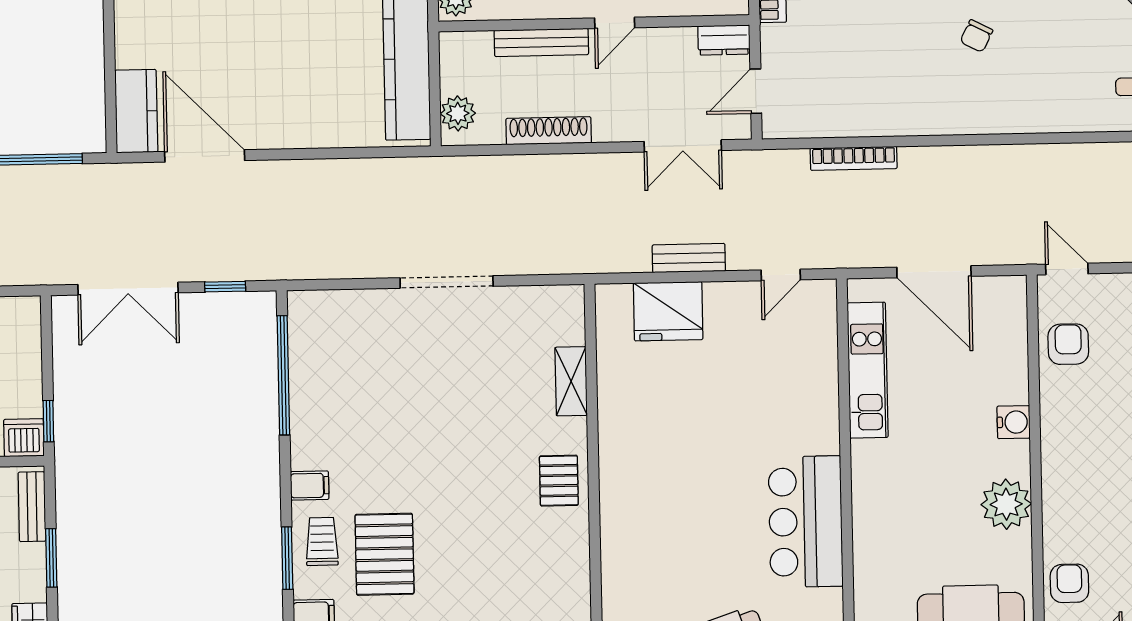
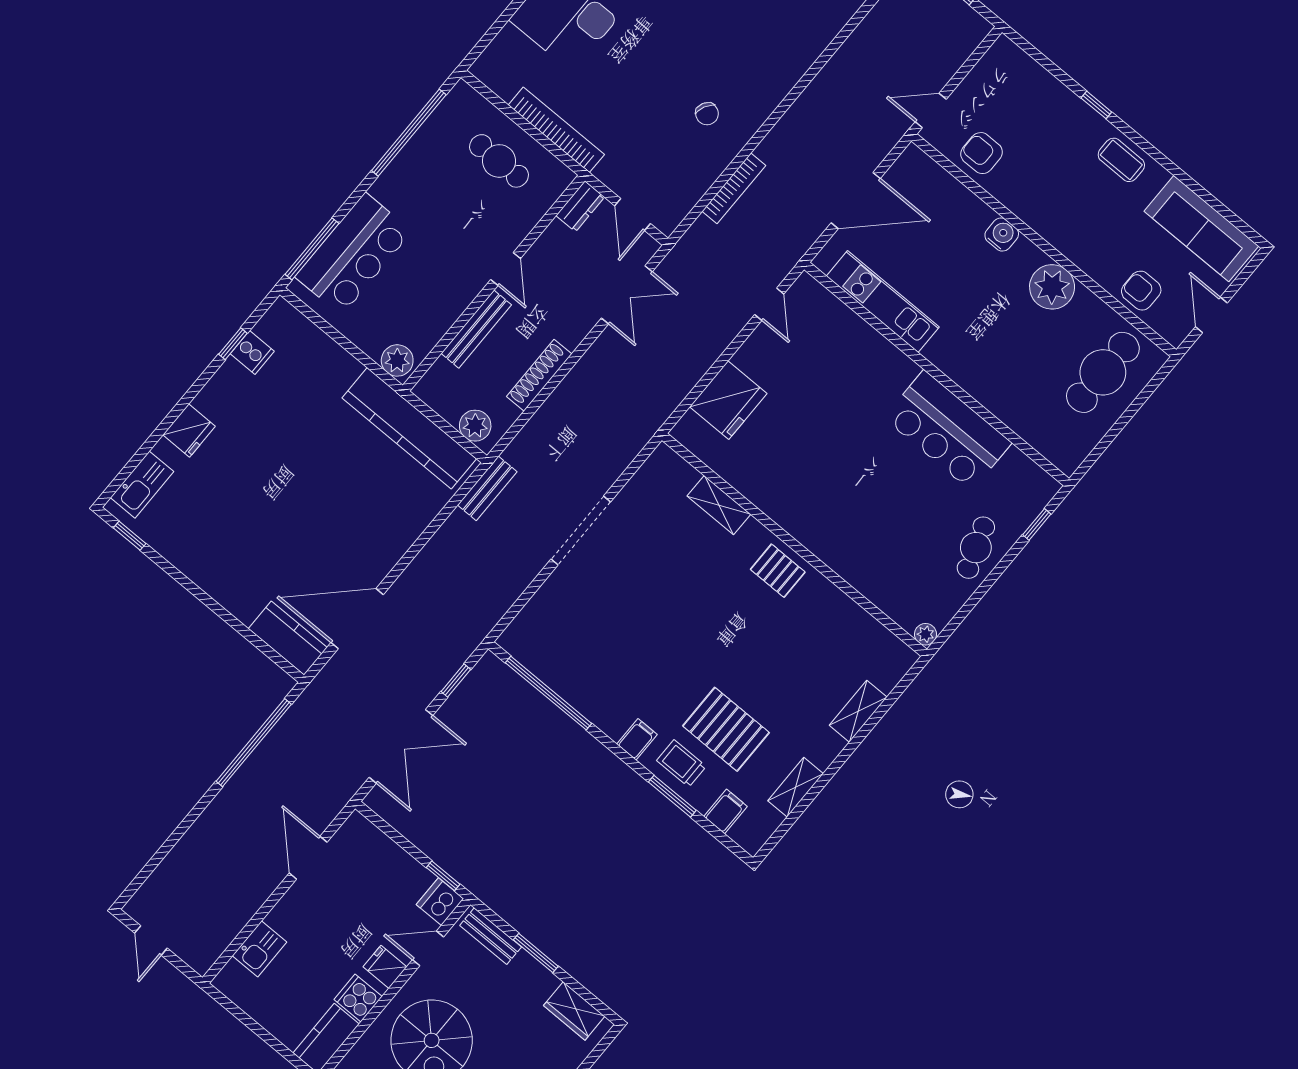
chair: (976, 36) -> (707, 114), moved
bench: (689, 258) -> (487, 488), moved

